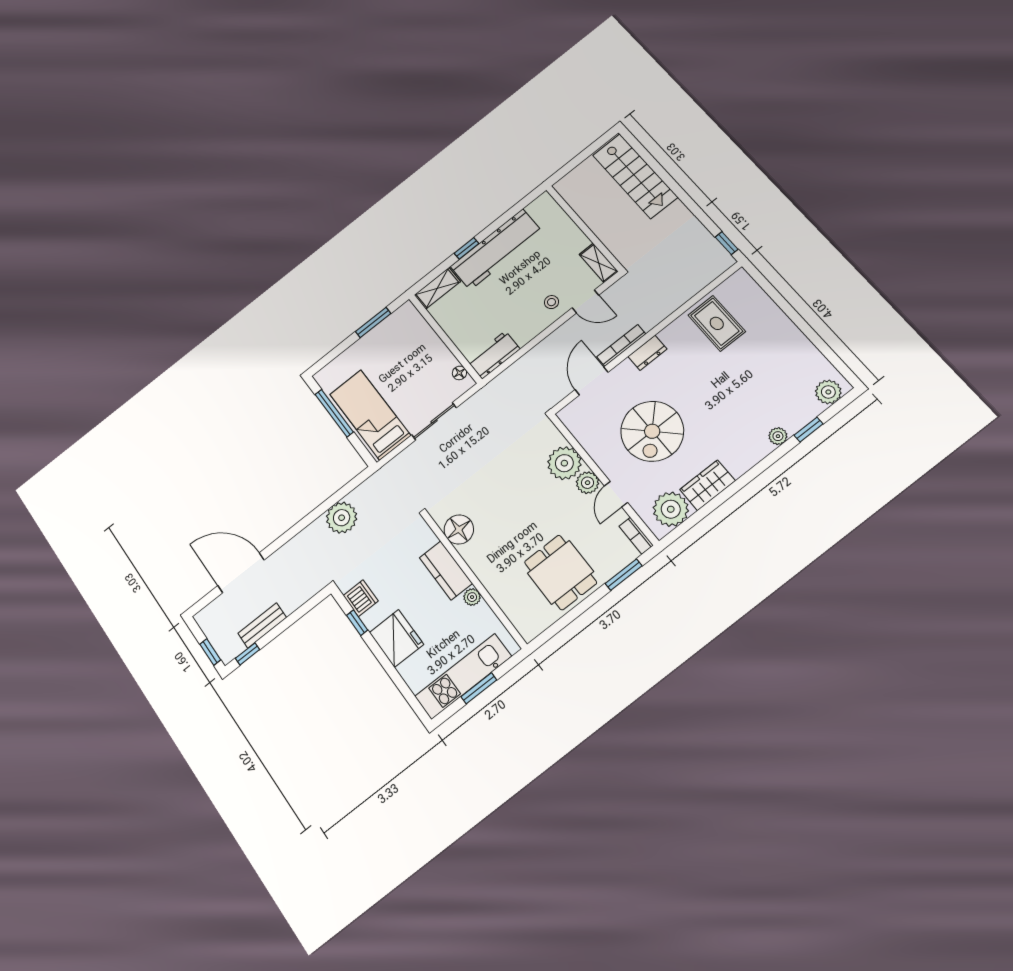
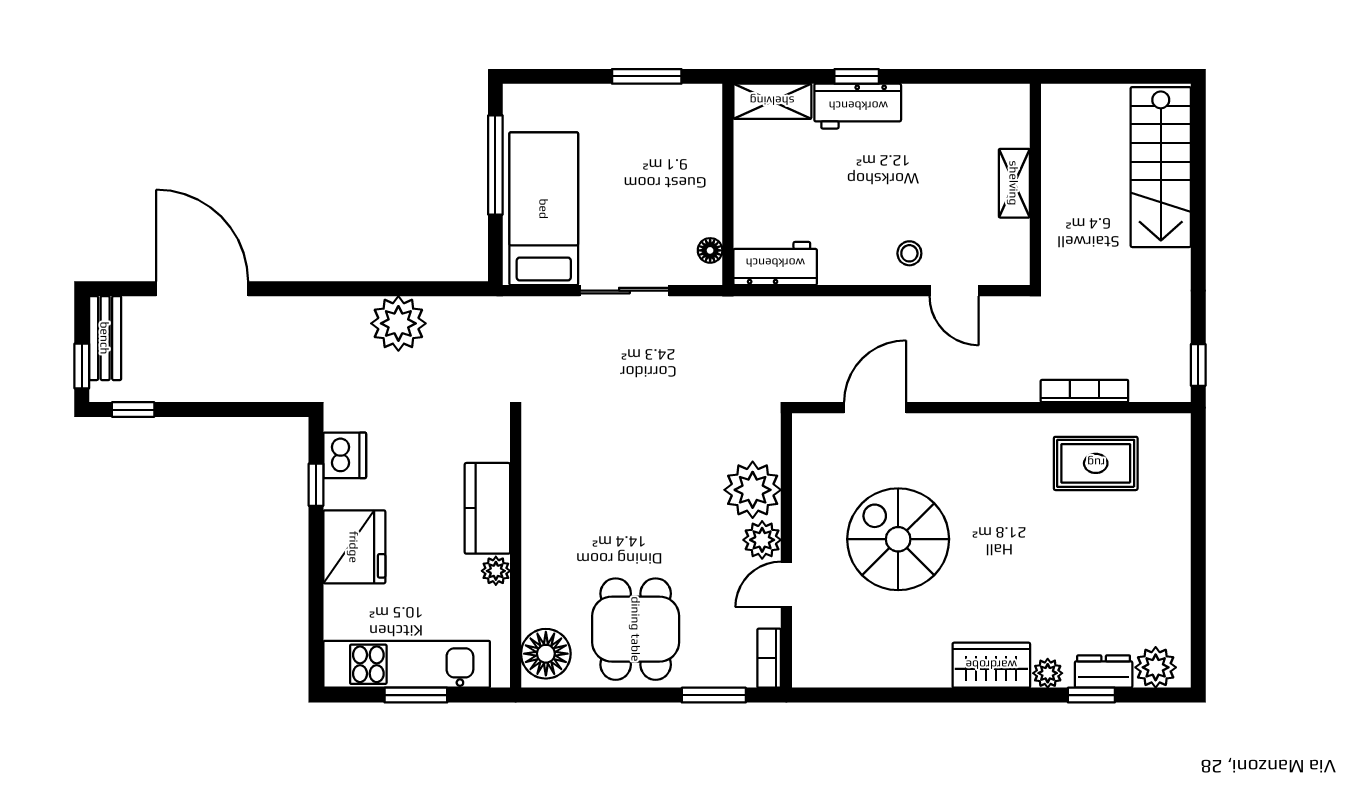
workbench: (496, 249) -> (858, 106), width x0.53, depth x0.76
shelving: (599, 263) -> (1014, 183), moved
rug: (717, 323) -> (1096, 463), turned 90
bookcase: (621, 345) -> (1084, 391), moved
dresser: (647, 353) -> (1104, 672), moved, turned 180
spiral stairs: (652, 431) -> (898, 539), turned 90
wardrobe: (707, 485) -> (991, 665), moved
plant: (671, 509) -> (840, 659), removed
floor lamp: (459, 529) -> (546, 654), moved
bench: (262, 625) -> (105, 338), moved, turned 90

